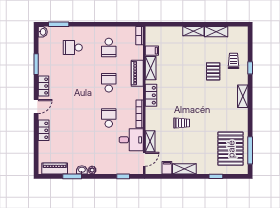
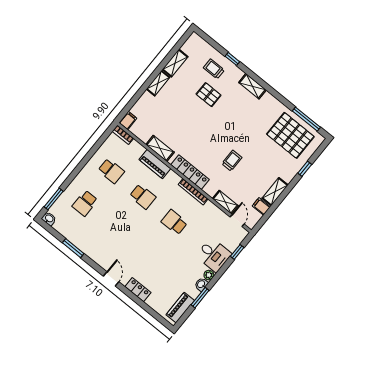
filing cabinet: (152, 51) -> (128, 120), moved
school desk: (109, 83) -> (143, 197), turned 180
locker: (44, 86) -> (98, 257), removed
locker: (151, 95) -> (190, 172), width x1.53
desk: (131, 140) -> (214, 255), moved, turned 90

